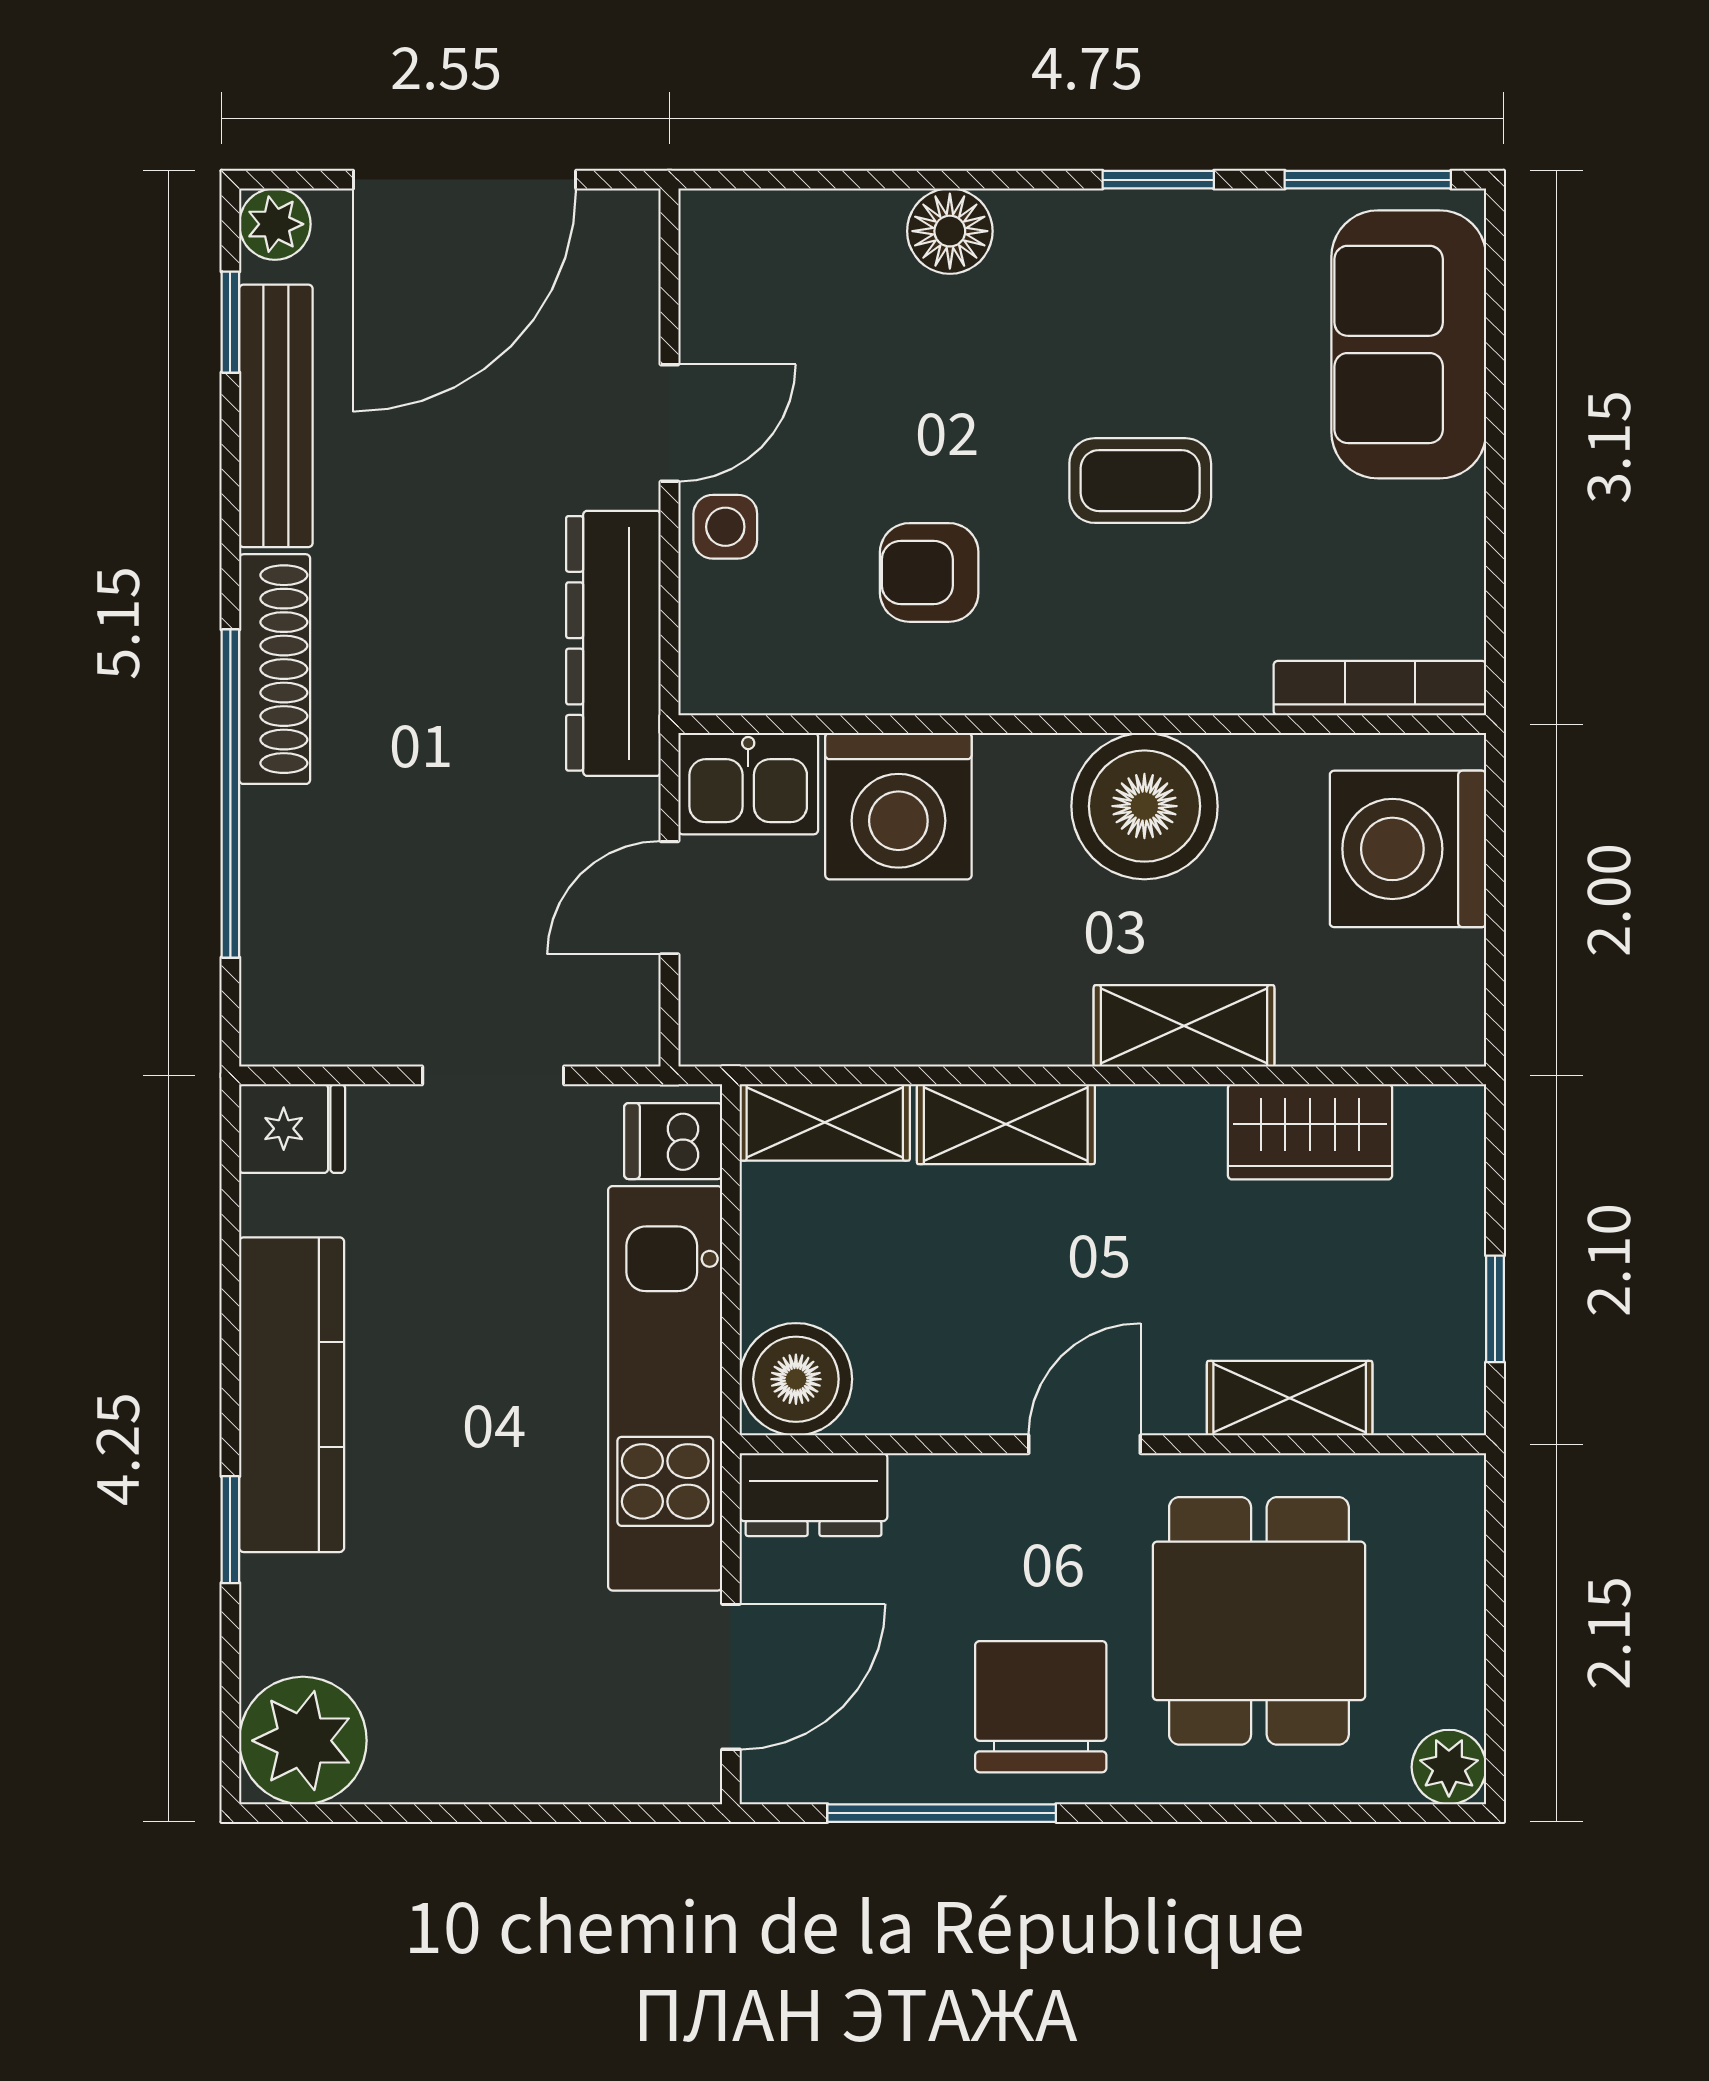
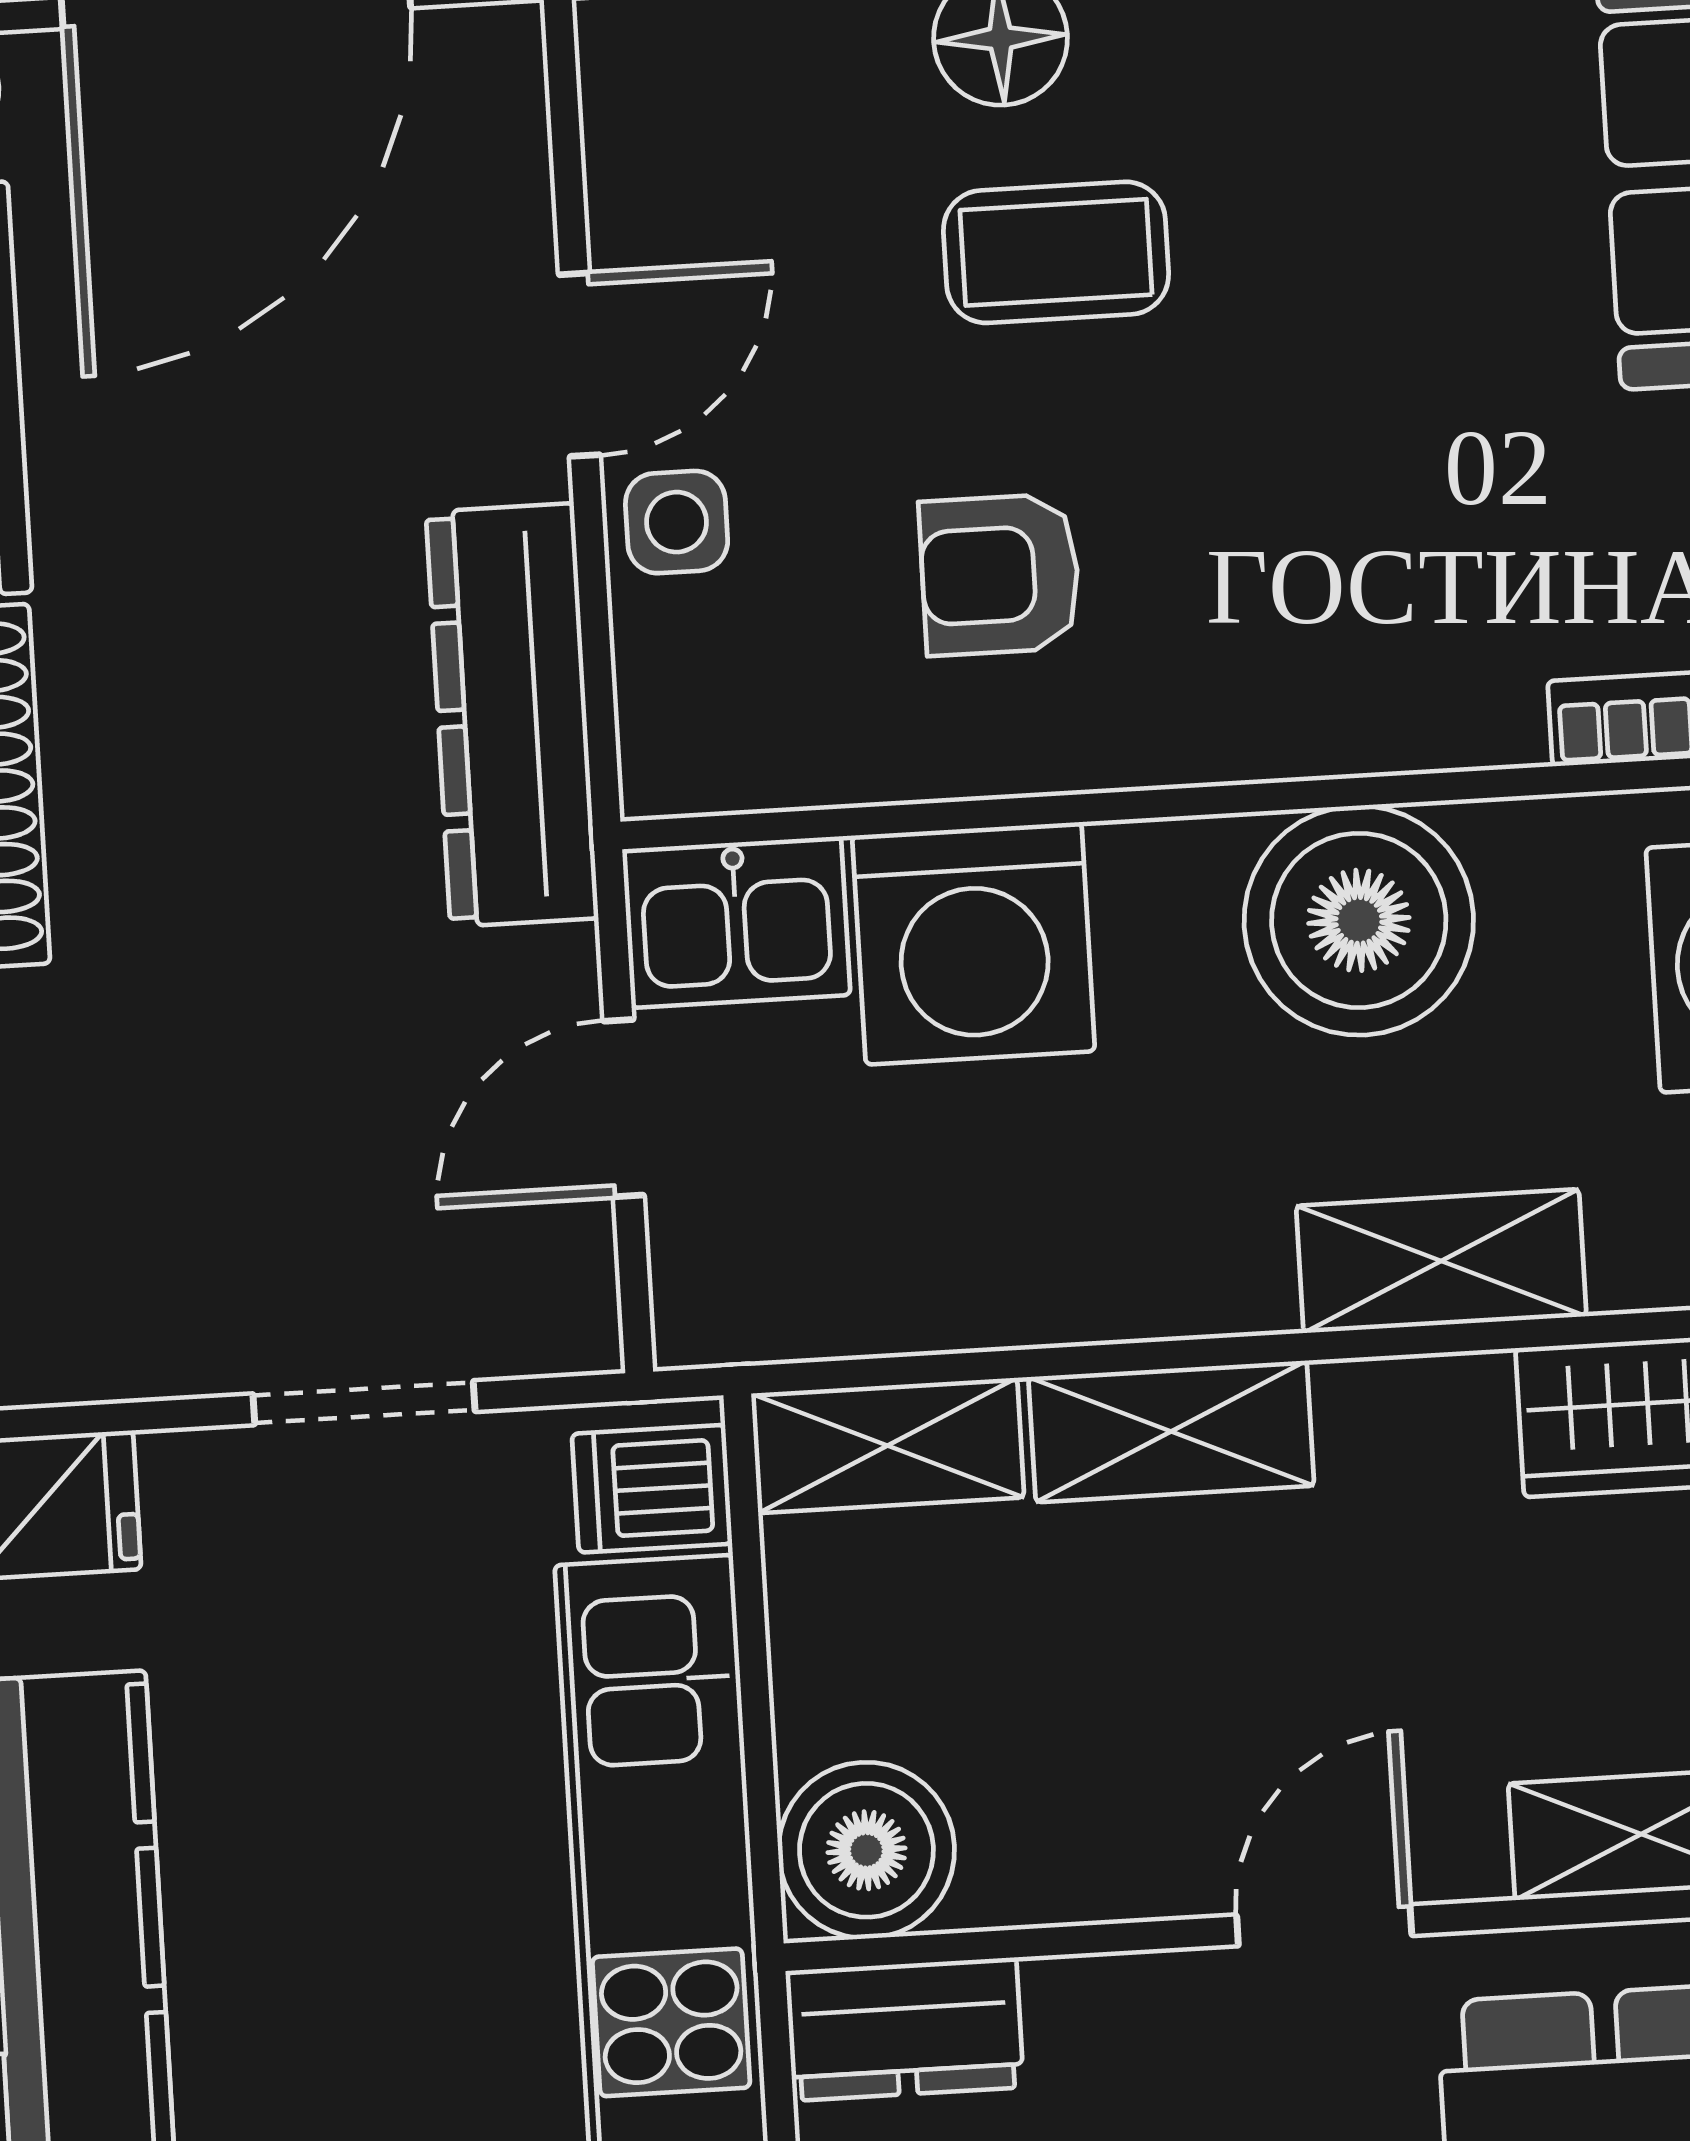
coffee table: (1140, 481) -> (1056, 252), moved

